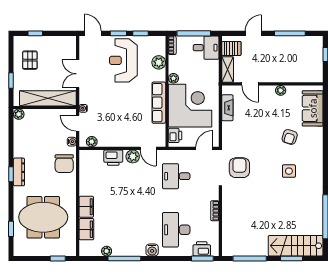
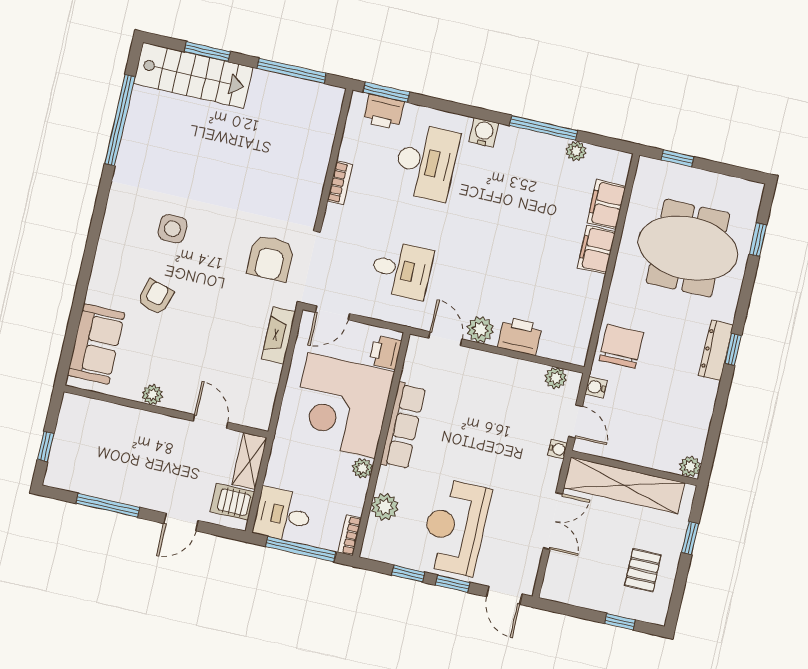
reception desk: (123, 60) -> (455, 527), turned 180
fireplace: (227, 108) -> (278, 335), moved

